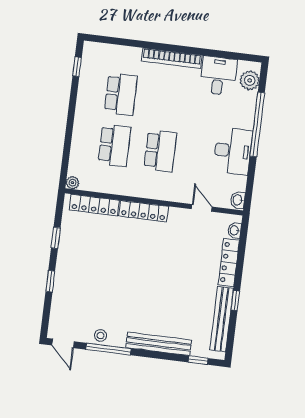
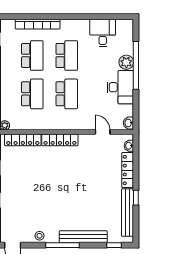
bookcase: (172, 58) -> (38, 24), moved
plant: (250, 80) -> (126, 62), moved
school desk: (167, 100) -> (67, 55), added
window: (108, 349) -> (62, 245), moved

